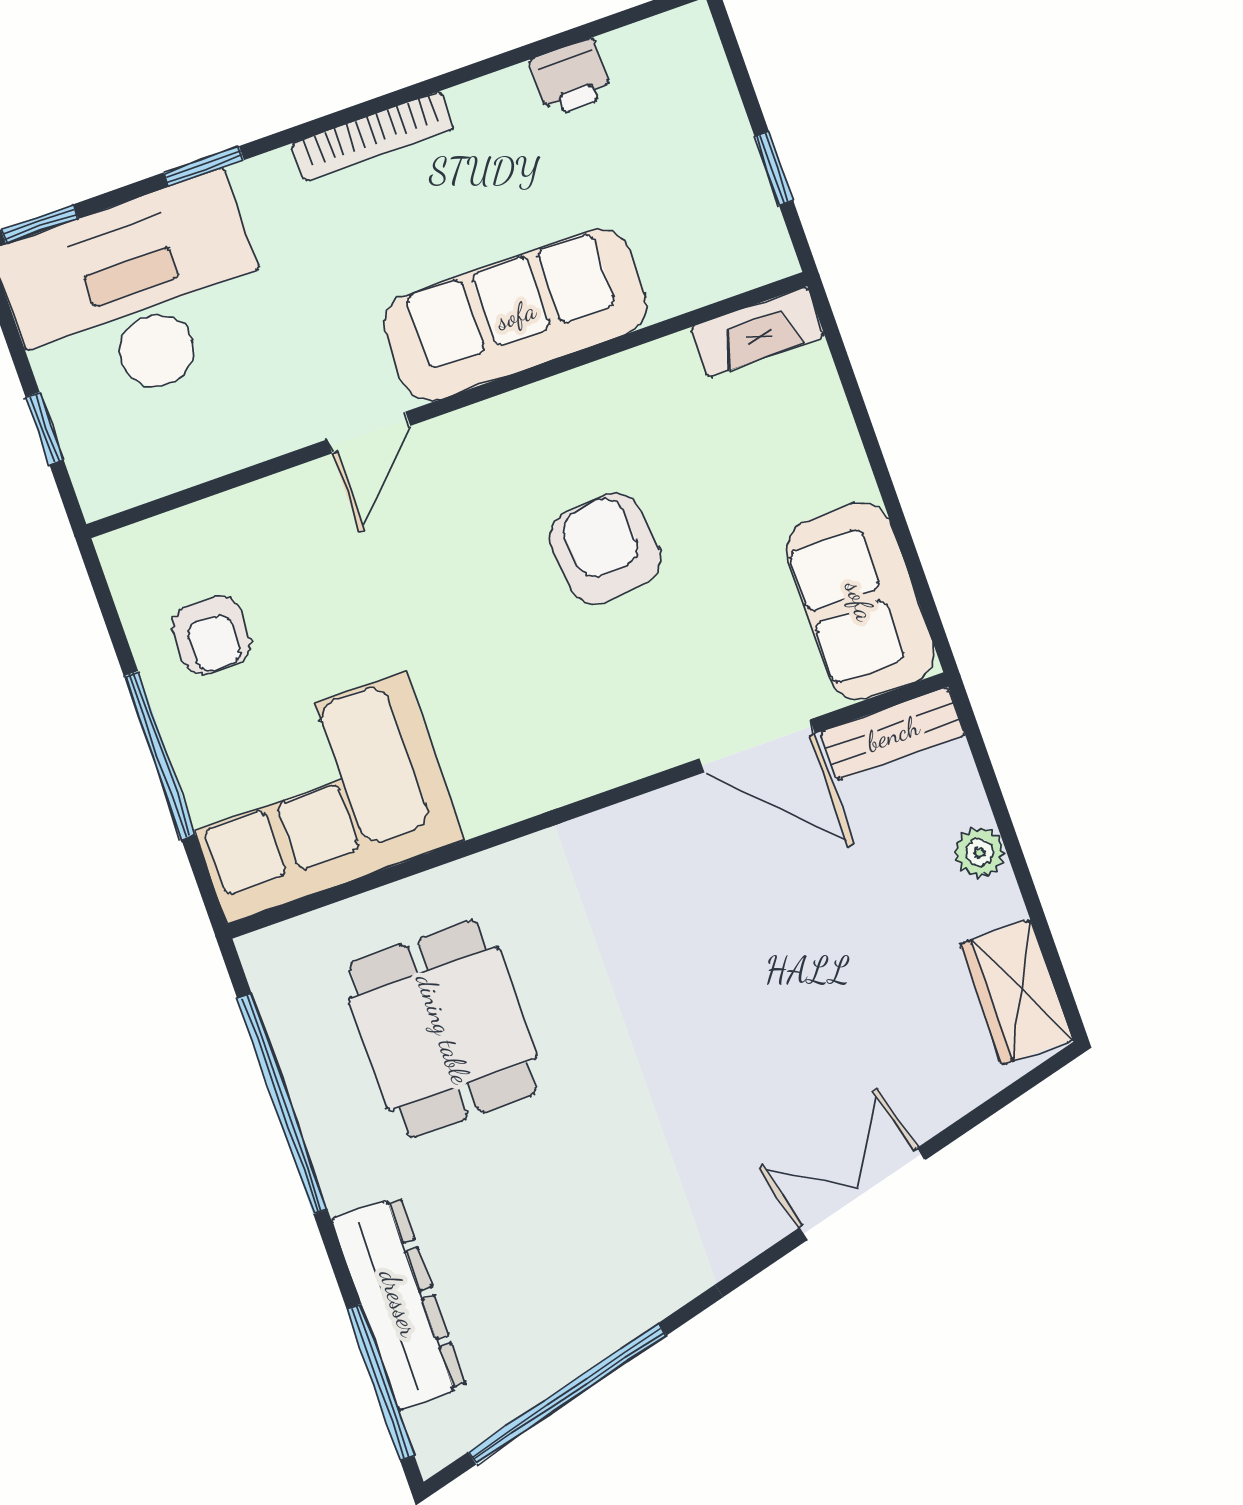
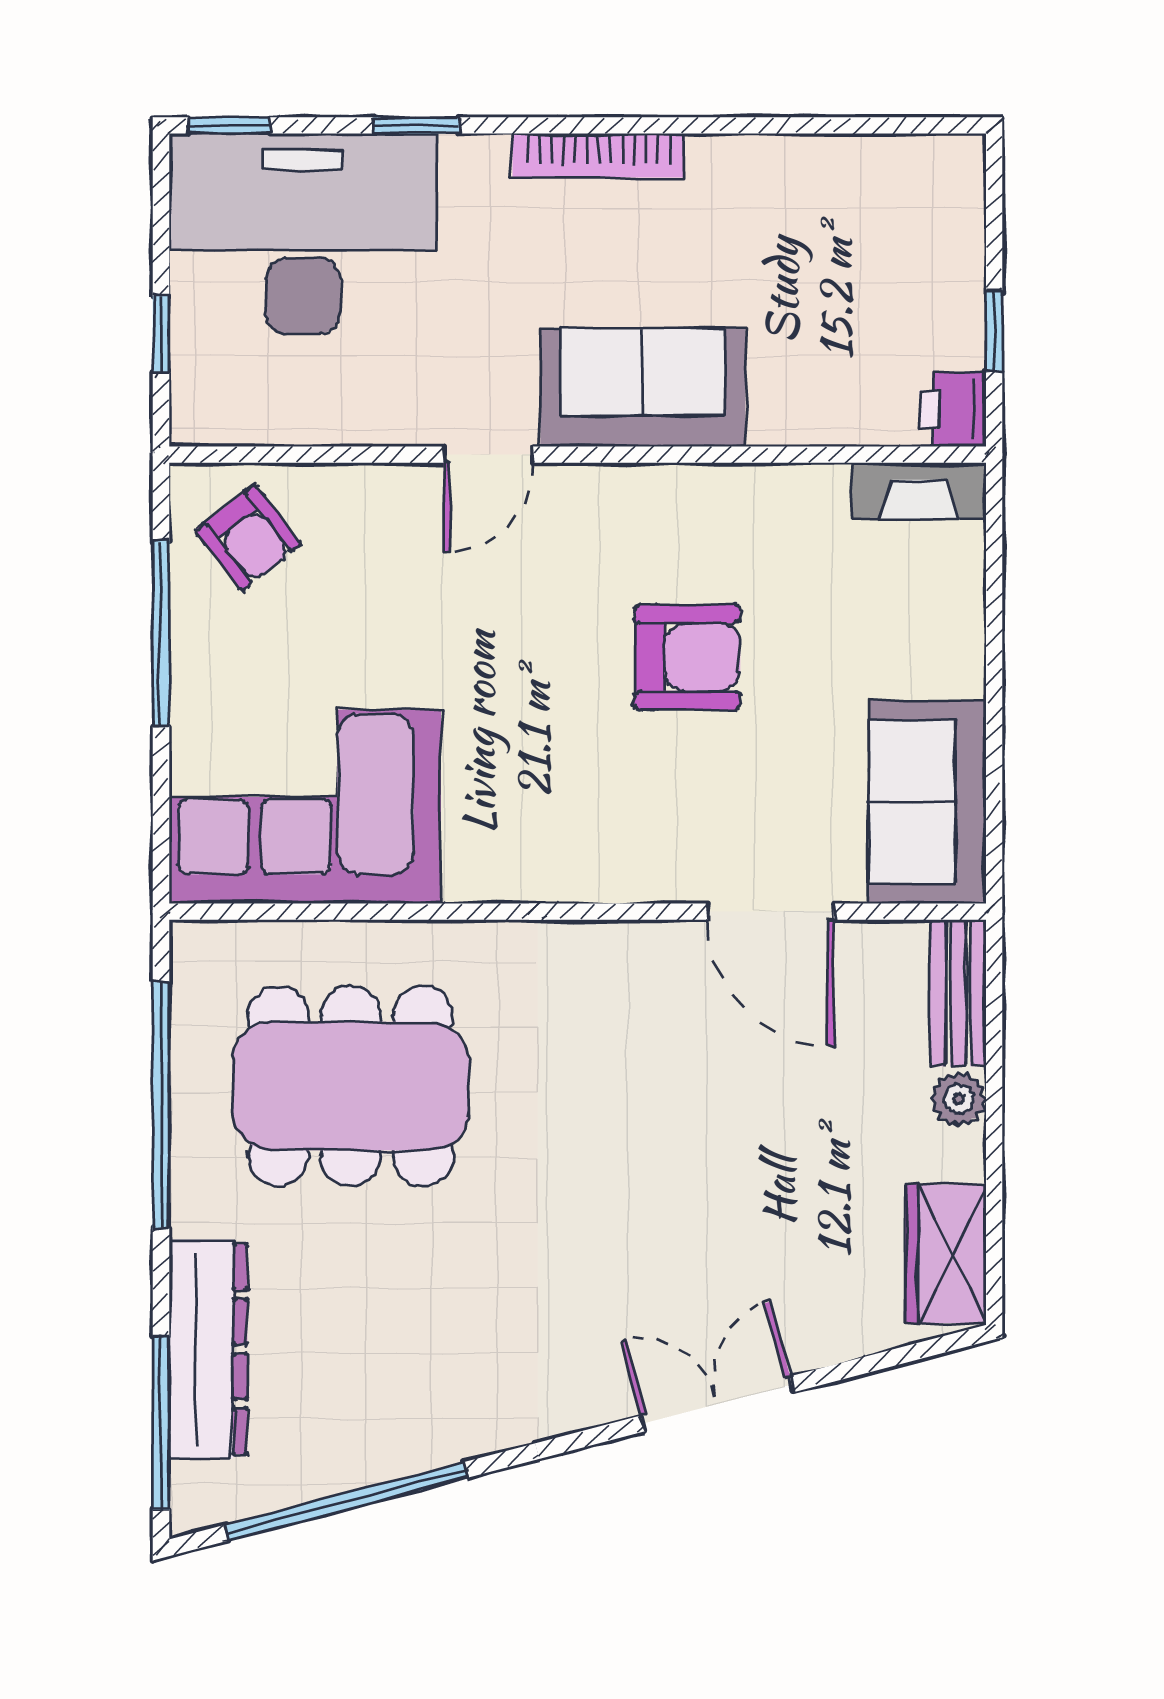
printer: (571, 78) -> (953, 410), moved, turned 90
sofa: (516, 315) -> (643, 387), width x0.73
armchair: (605, 549) -> (687, 657), turned 96
armchair: (211, 635) -> (248, 537), moved, turned -38
bench: (893, 734) -> (958, 993), moved, turned 90
window: (160, 755) -> (161, 634), moved
dining table: (443, 1029) -> (351, 1086), width x1.38

